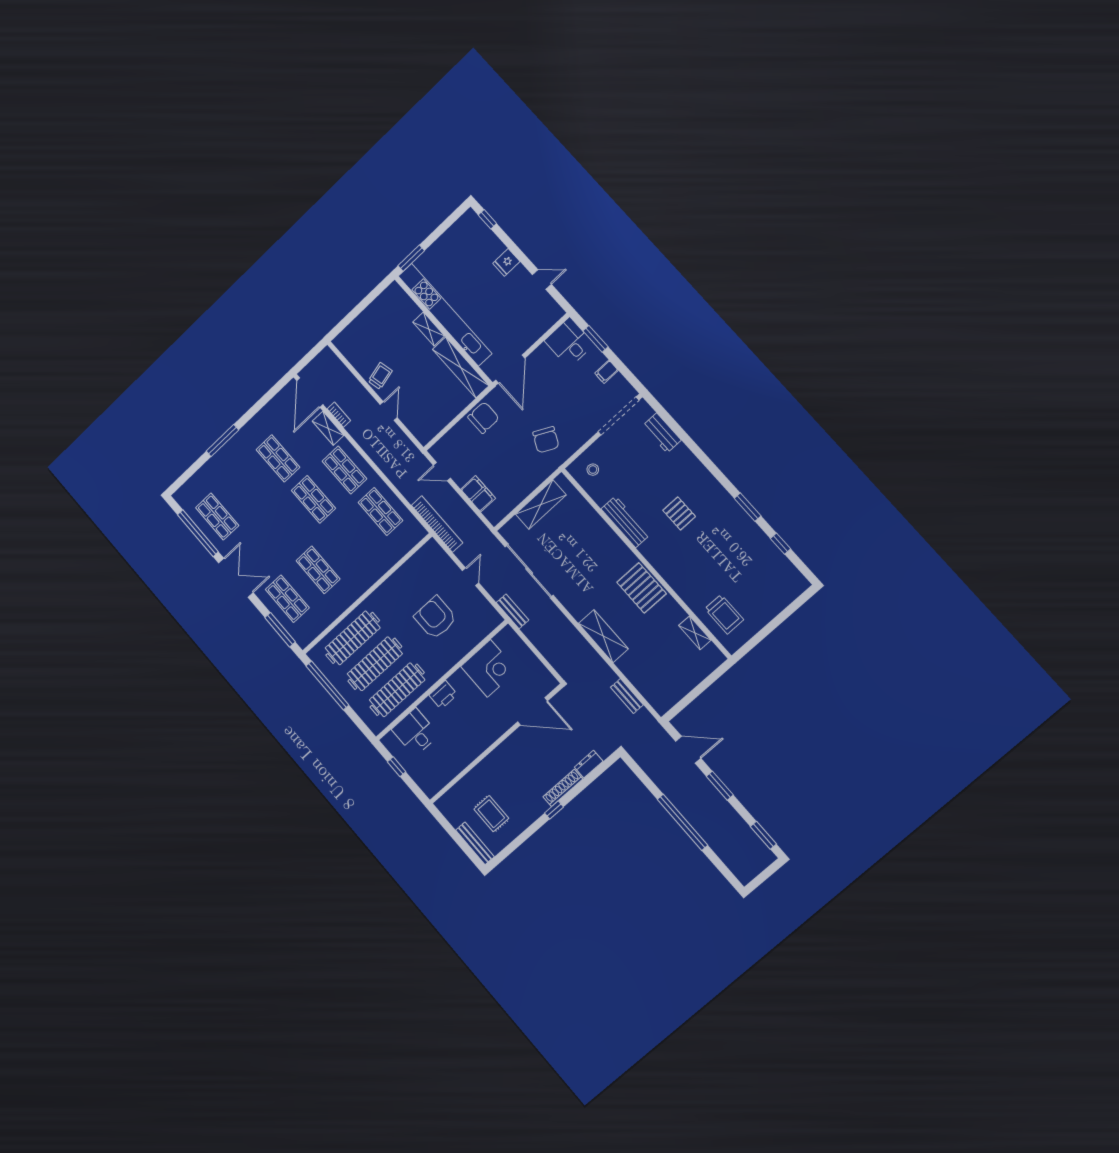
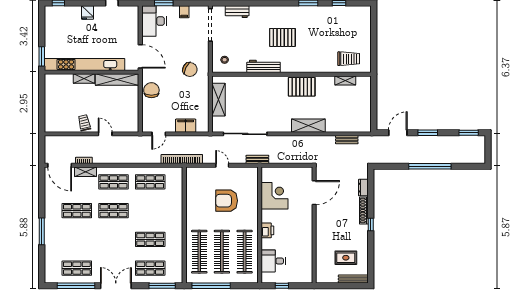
desk: (569, 342) -> (154, 21), width x1.37
pallet: (679, 513) -> (282, 37), width x1.50, depth x1.42

